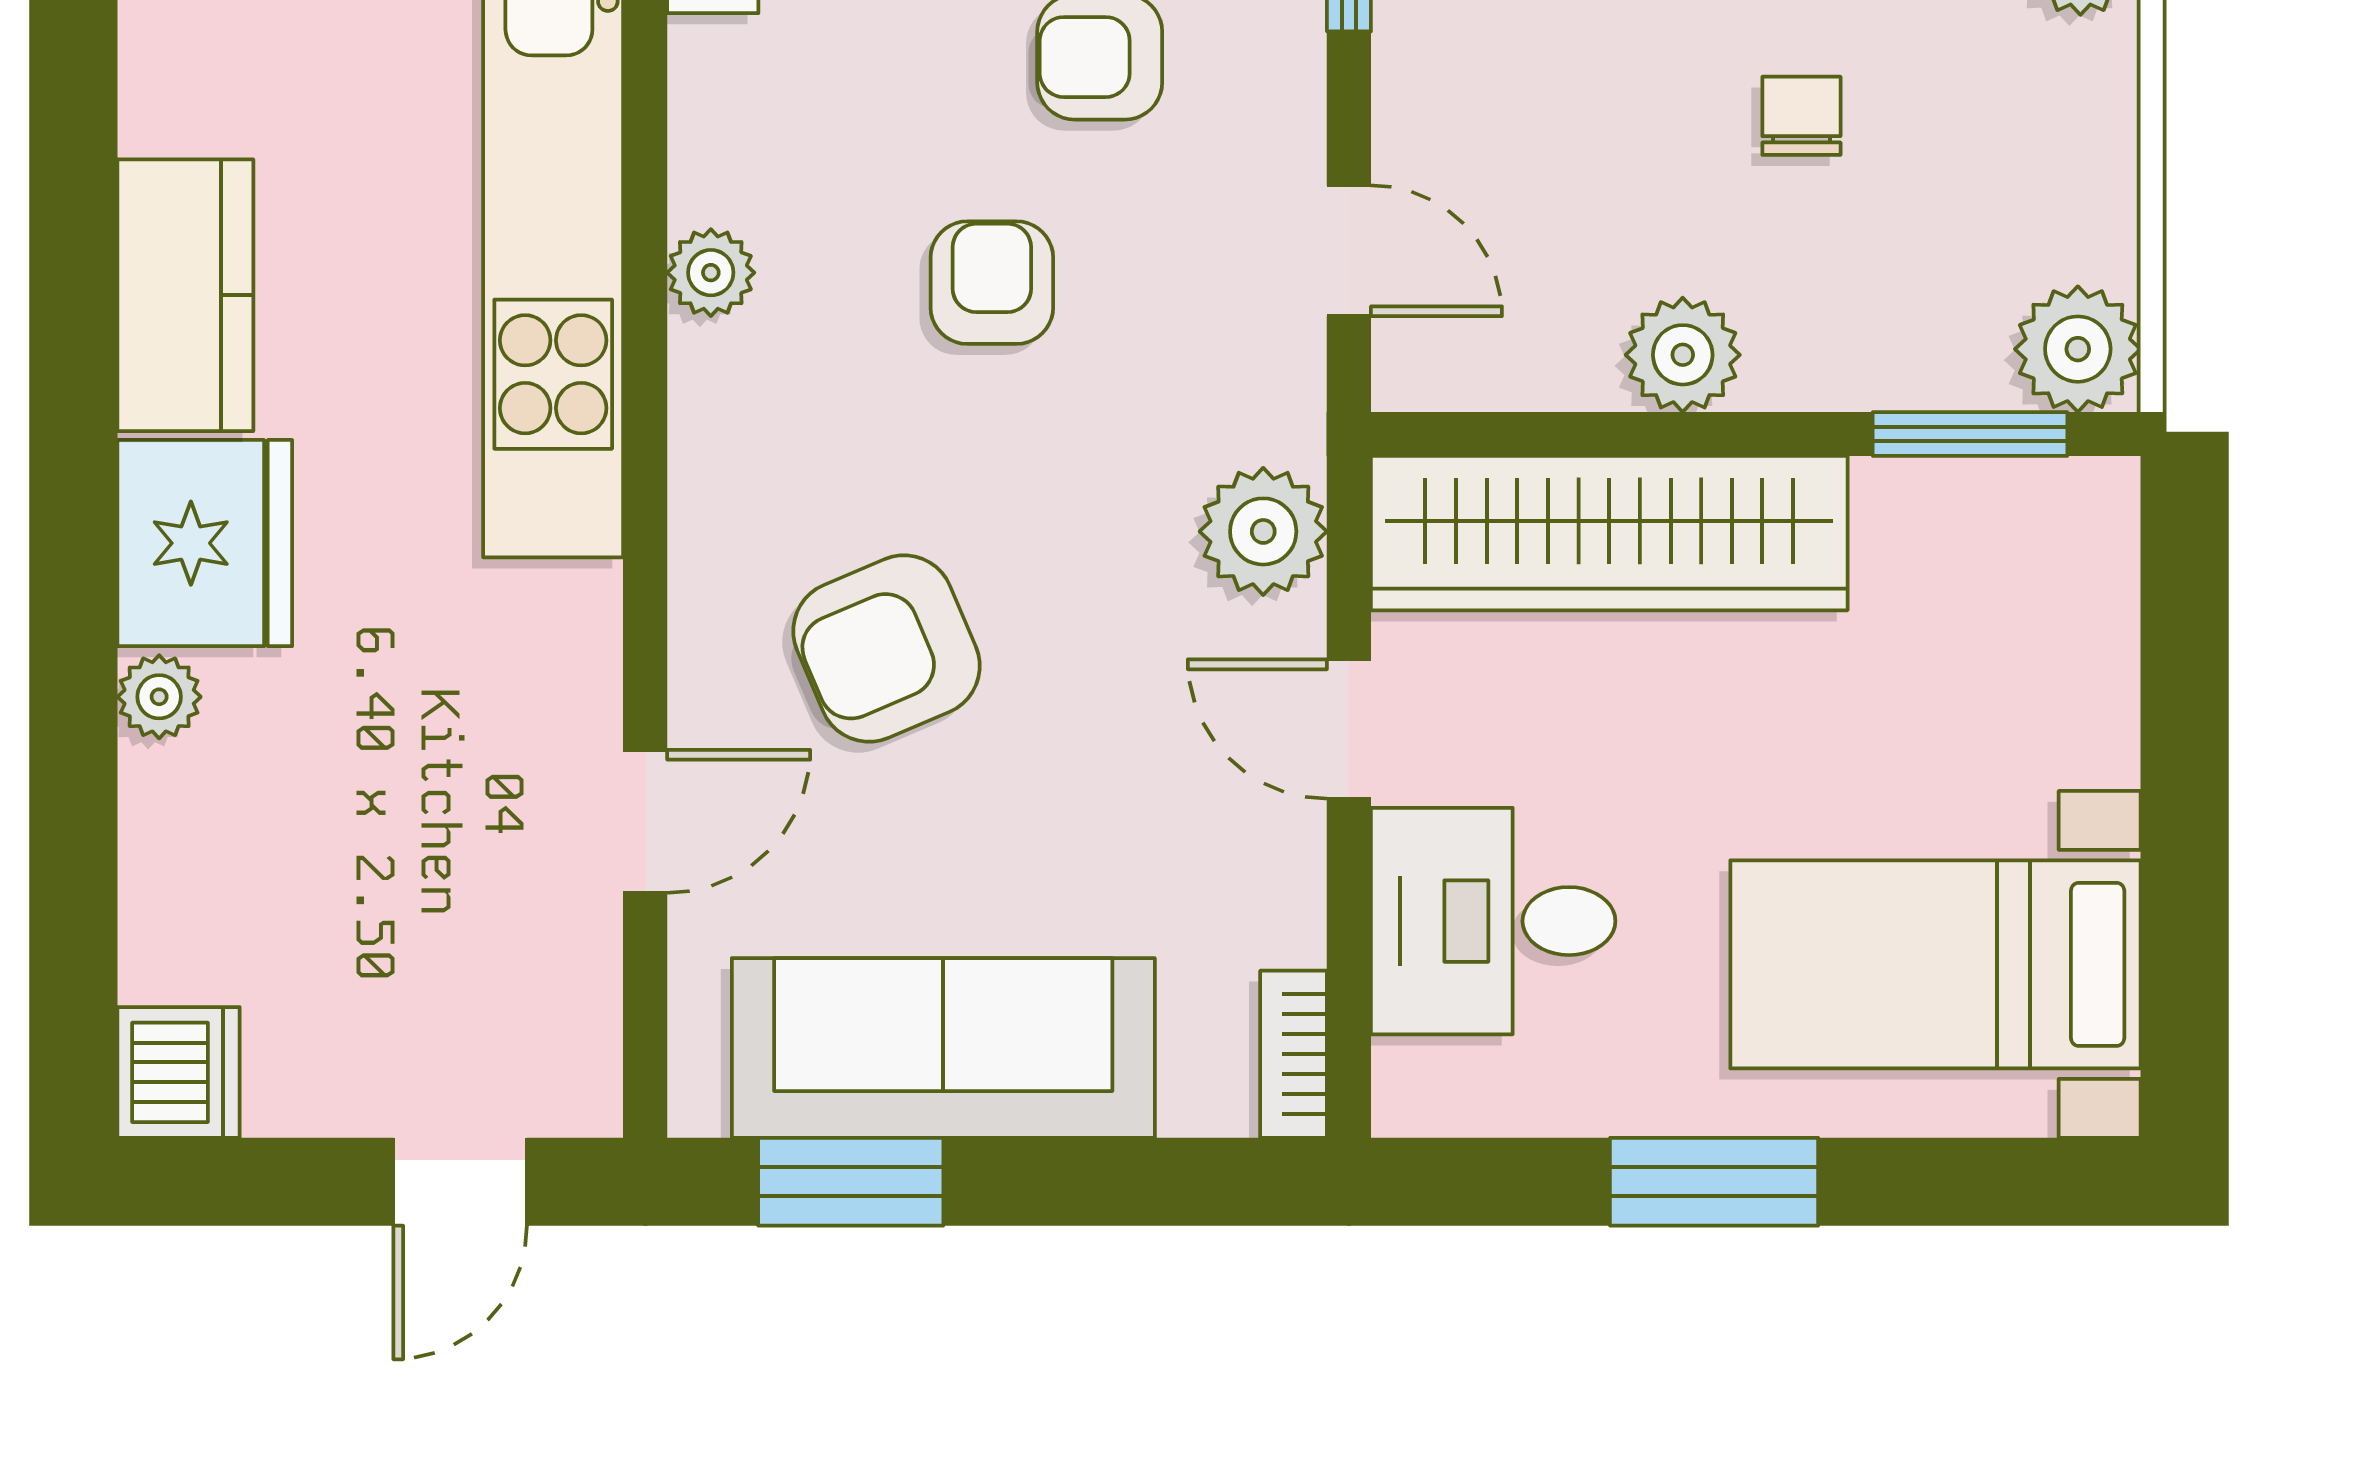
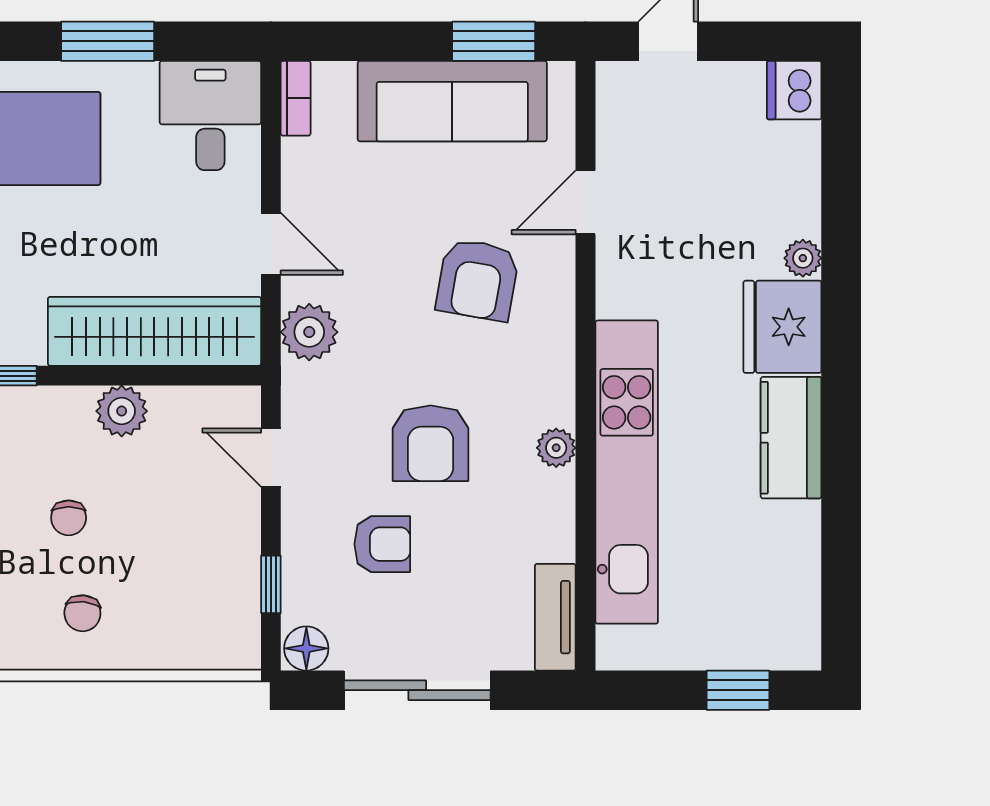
armchair: (992, 283) -> (431, 443), width x1.38, depth x1.38
armchair: (887, 649) -> (478, 280), turned 123
desk: (1493, 921) -> (210, 116), moved, turned -90

